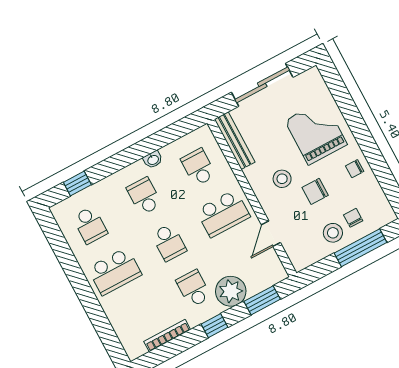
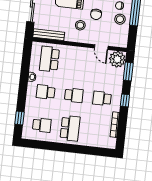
school desk: (198, 167) -> (49, 59), width x1.85
school desk: (223, 213) -> (78, 62), removed
plant: (231, 291) -> (117, 59), moved

